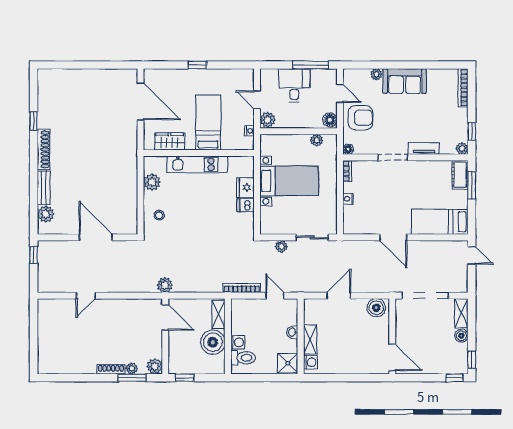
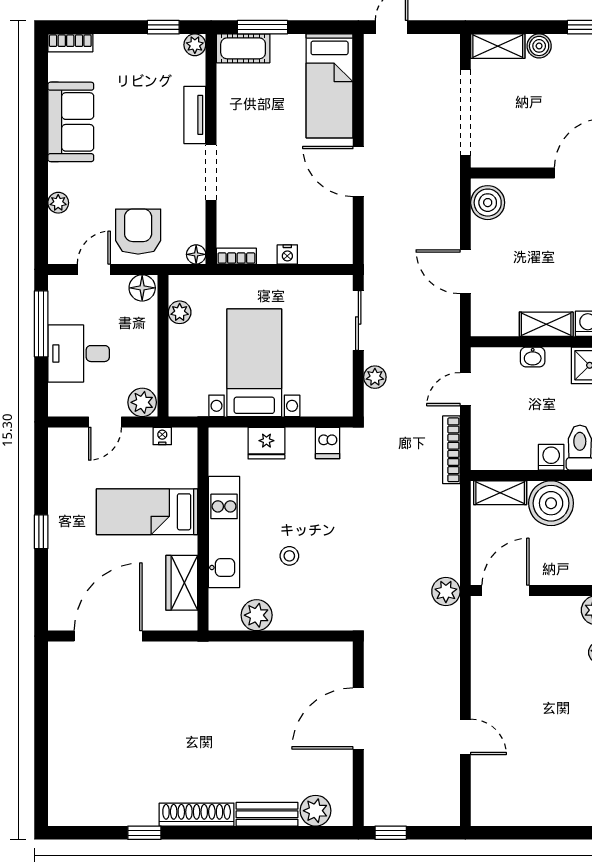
sofa: (405, 81) -> (71, 122), moved
bookcase: (463, 88) -> (70, 43), width x0.64
dishwasher: (246, 205) -> (328, 443), moved
stool: (159, 215) -> (289, 556), moved
door: (393, 237) -> (358, 171), swing flipped

